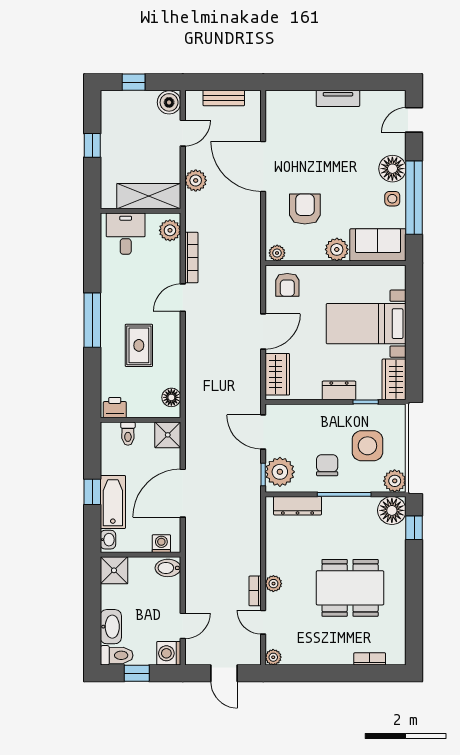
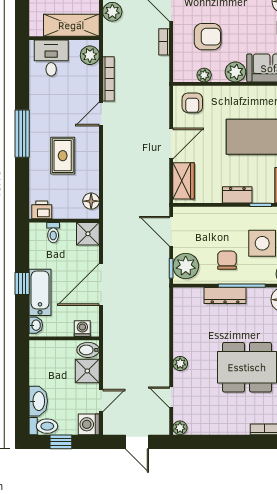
armchair: (305, 209) -> (208, 37), turned 90
plant: (277, 253) -> (204, 75), moved
dresser: (298, 506) -> (225, 296), moved
shower: (114, 570) -> (87, 371), moved
bookcase: (255, 591) -> (164, 42), moved

